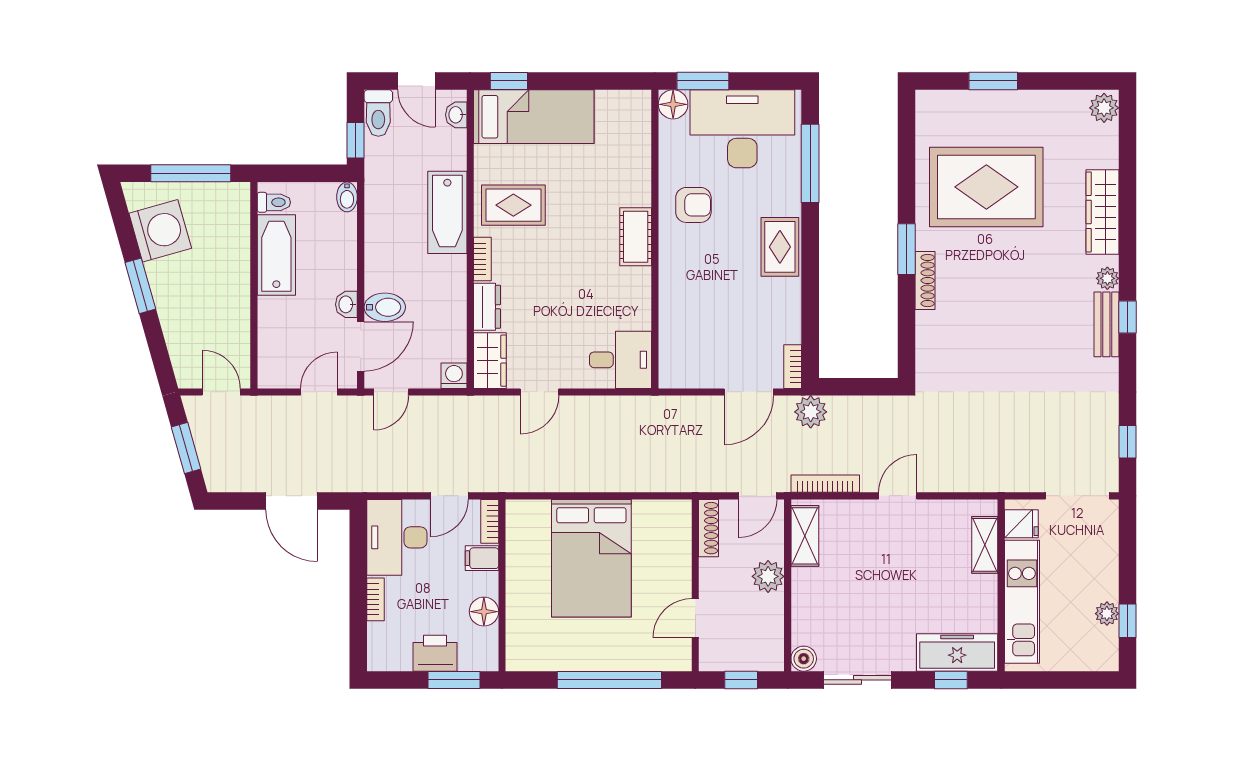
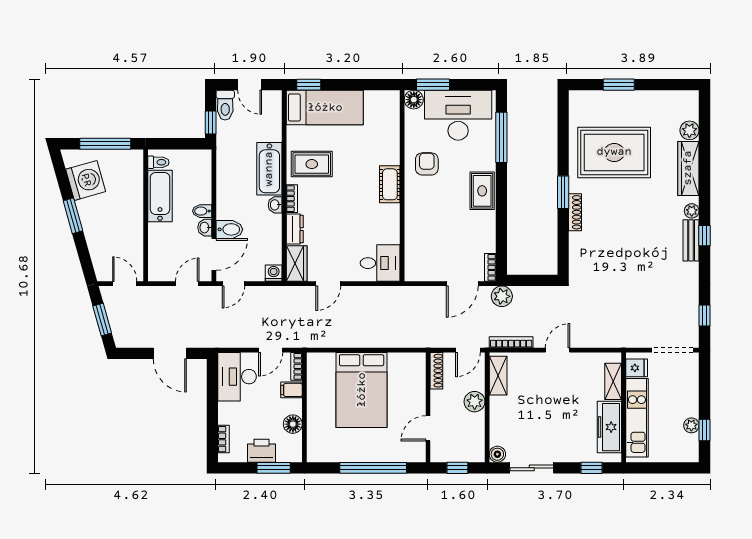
plant: (1104, 108) -> (689, 130), moved
washbasin: (456, 115) -> (275, 205), moved
bidet: (347, 197) -> (202, 211), moved, turned 90
armchair: (693, 205) -> (427, 164), turned -90
bookcase: (376, 599) -> (223, 439), moved
freezer: (957, 652) -> (609, 427), moved, turned -90

